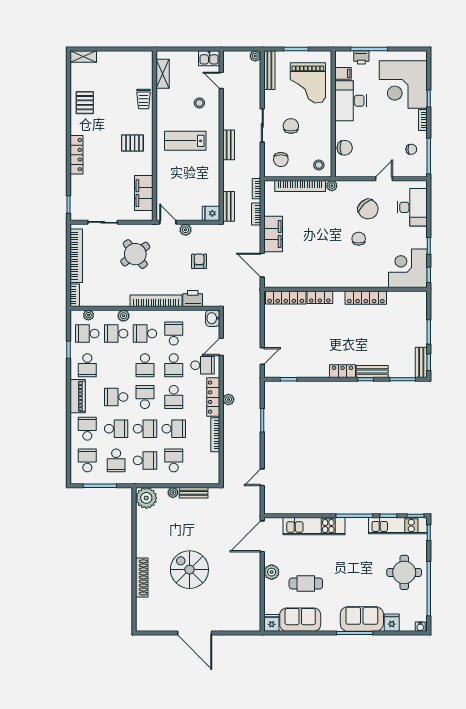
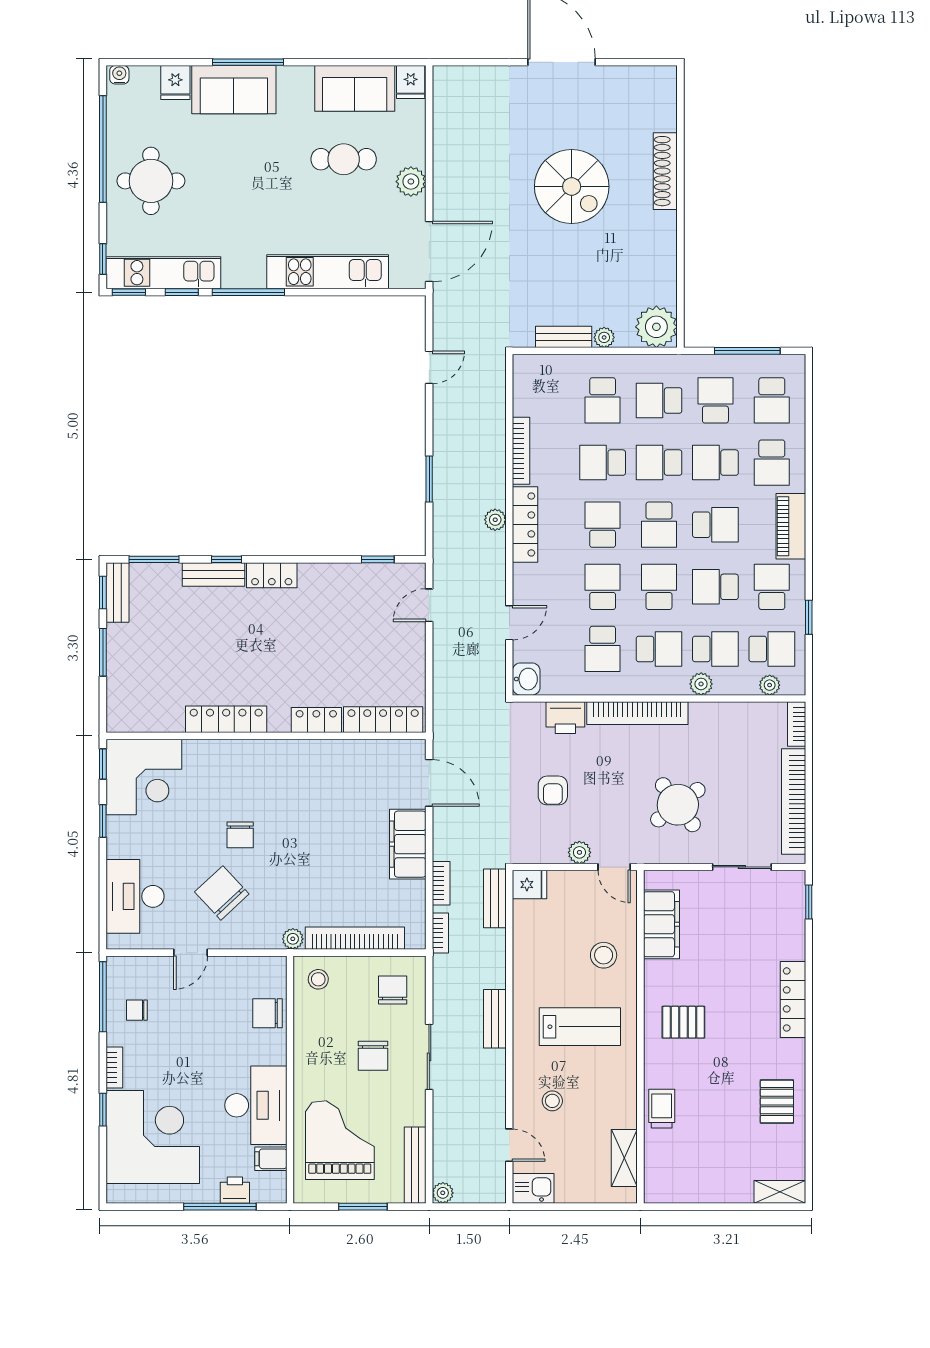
stool: (173, 177) -> (604, 955), added
school desk: (202, 365) -> (715, 587), moved

